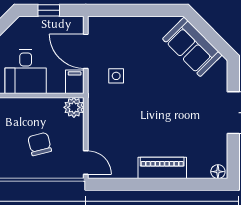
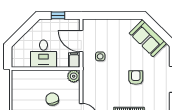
armchair: (173, 110) -> (136, 78), added

